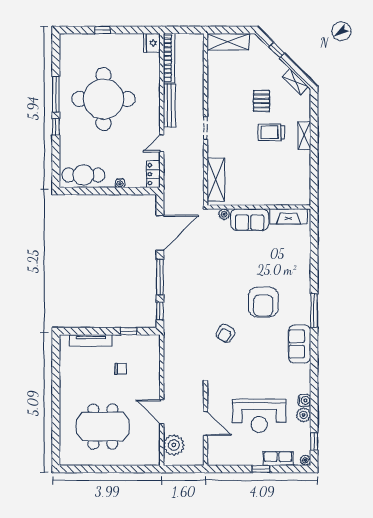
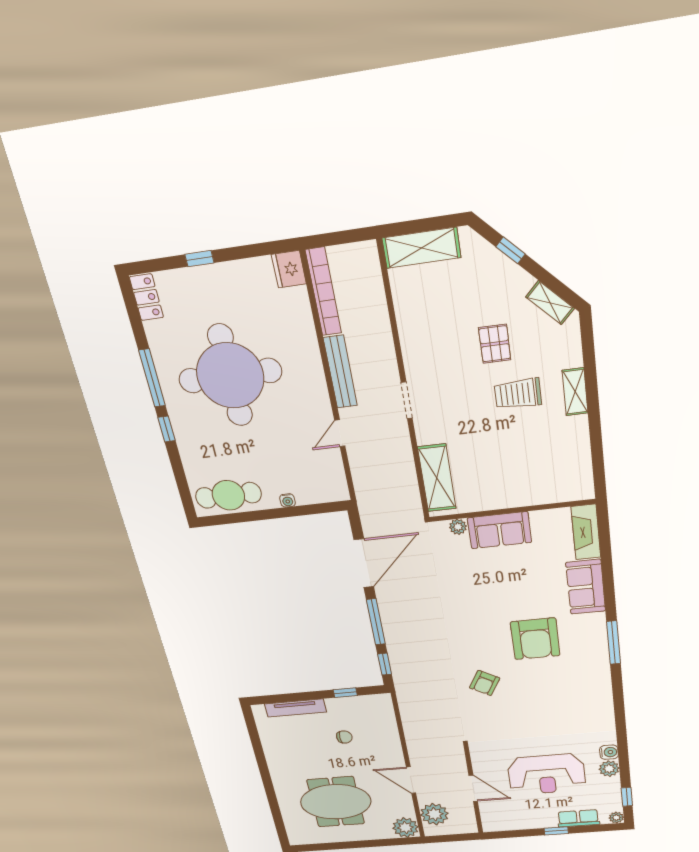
locker: (153, 174) -> (146, 297), moved, turned 180
fireplace: (288, 216) -> (586, 532), moved, turned 90
sofa: (300, 344) -> (586, 587), moved
plant: (150, 456) -> (405, 828), added

